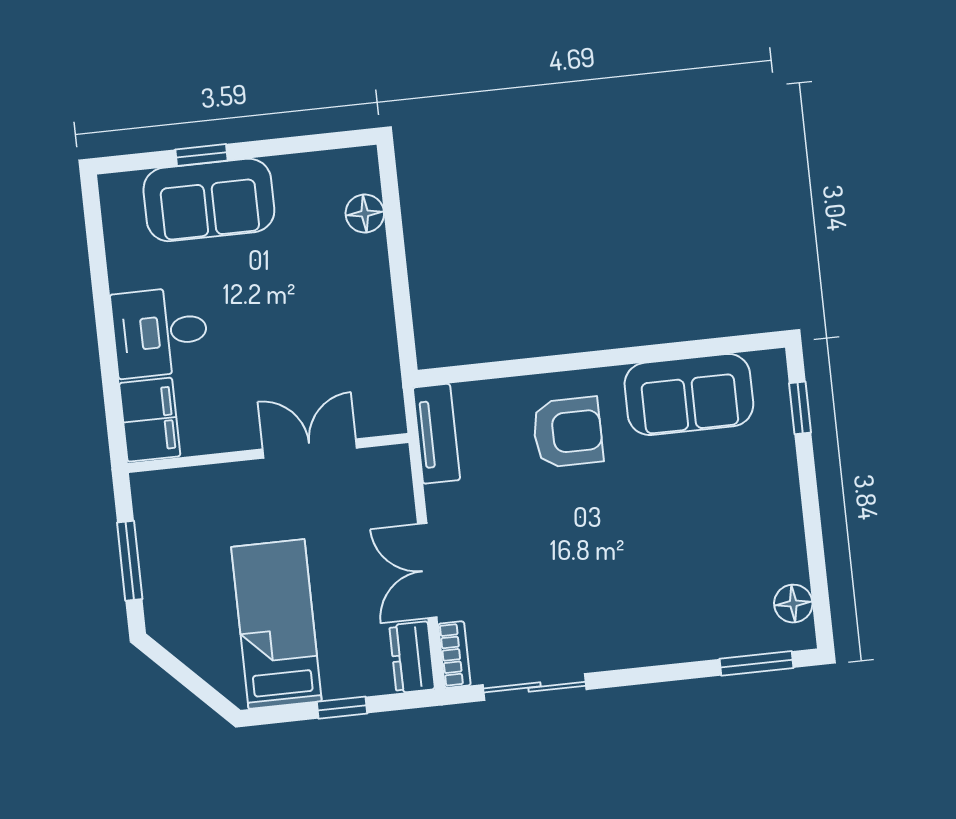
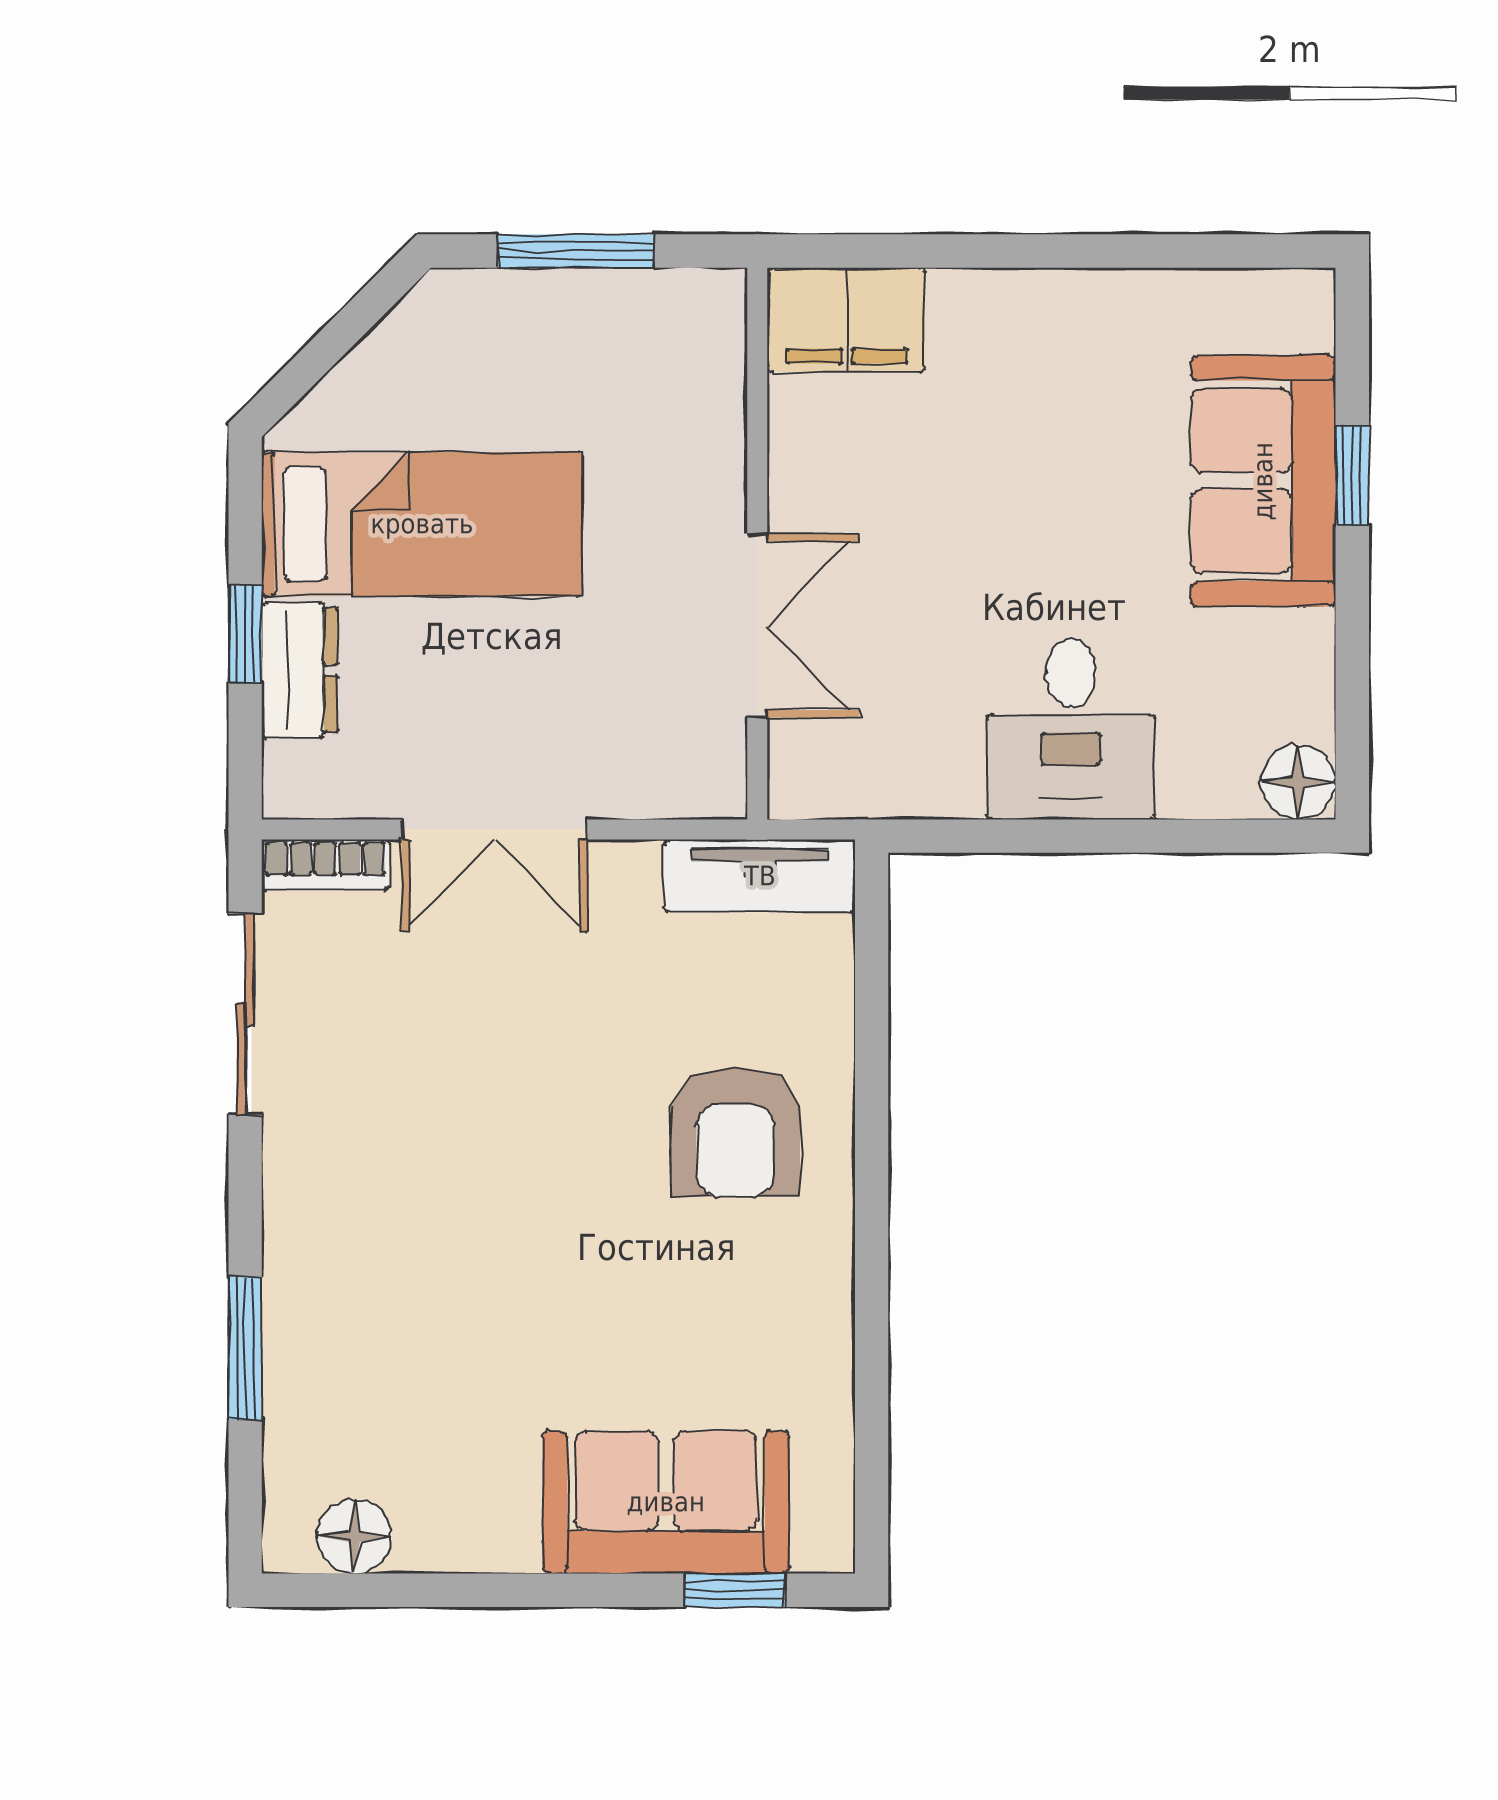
floor lamp: (365, 214) -> (1298, 782), moved
desk: (160, 332) -> (1071, 729), moved, turned 180
sofa: (689, 394) -> (666, 1502), moved, turned 90
double door: (427, 571) -> (494, 829), swing flipped
dresser: (412, 657) -> (300, 670), moved, turned 90
window: (756, 663) -> (245, 1348), moved

